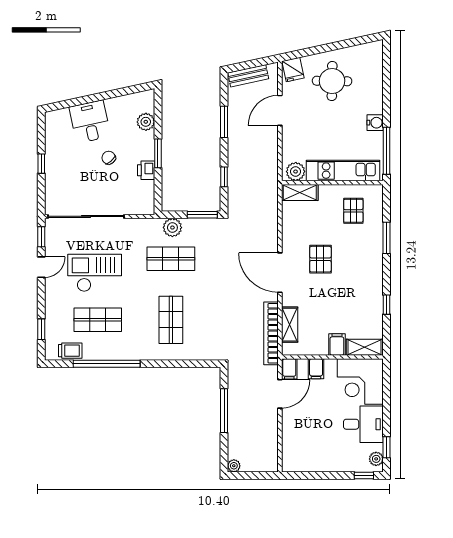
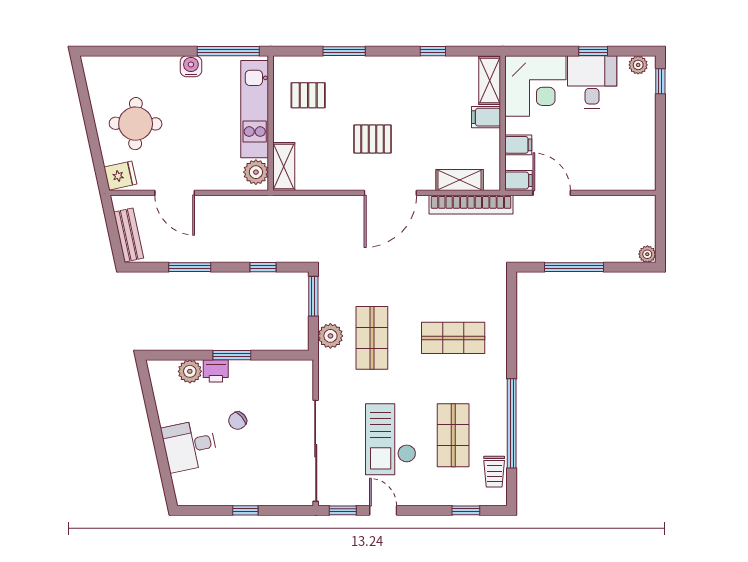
printer: (146, 170) -> (216, 371), moved
trolley: (70, 351) -> (494, 472), turned 180
window: (387, 447) -> (593, 51), moved

